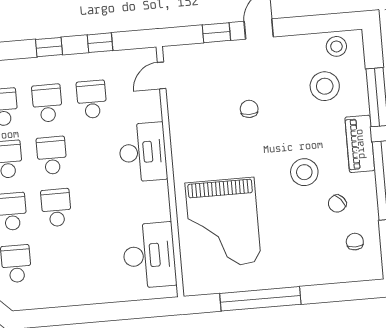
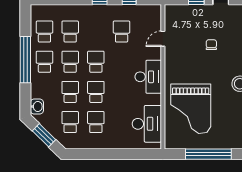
door: (162, 75) -> (163, 39), moved
school desk: (47, 103) -> (96, 122), moved
desk: (143, 152) -> (148, 77), moved

